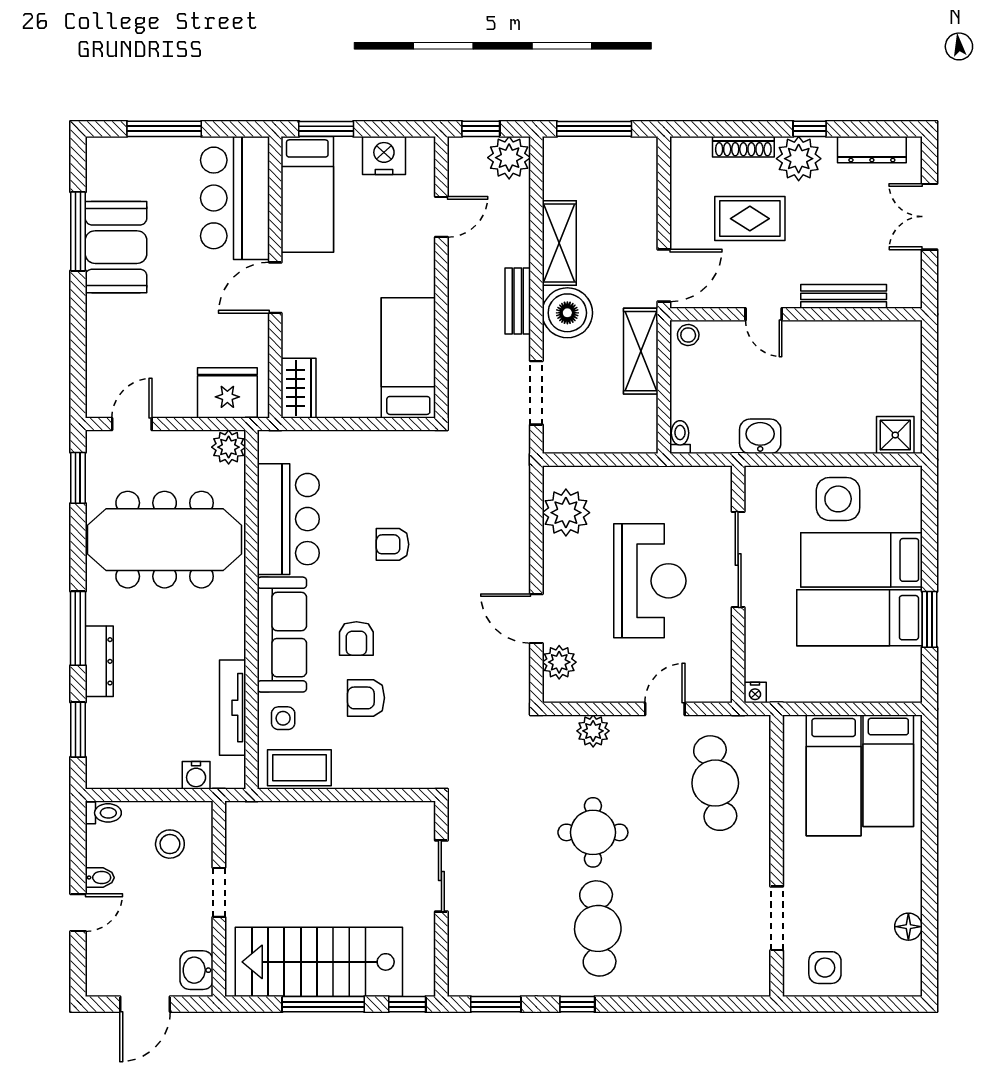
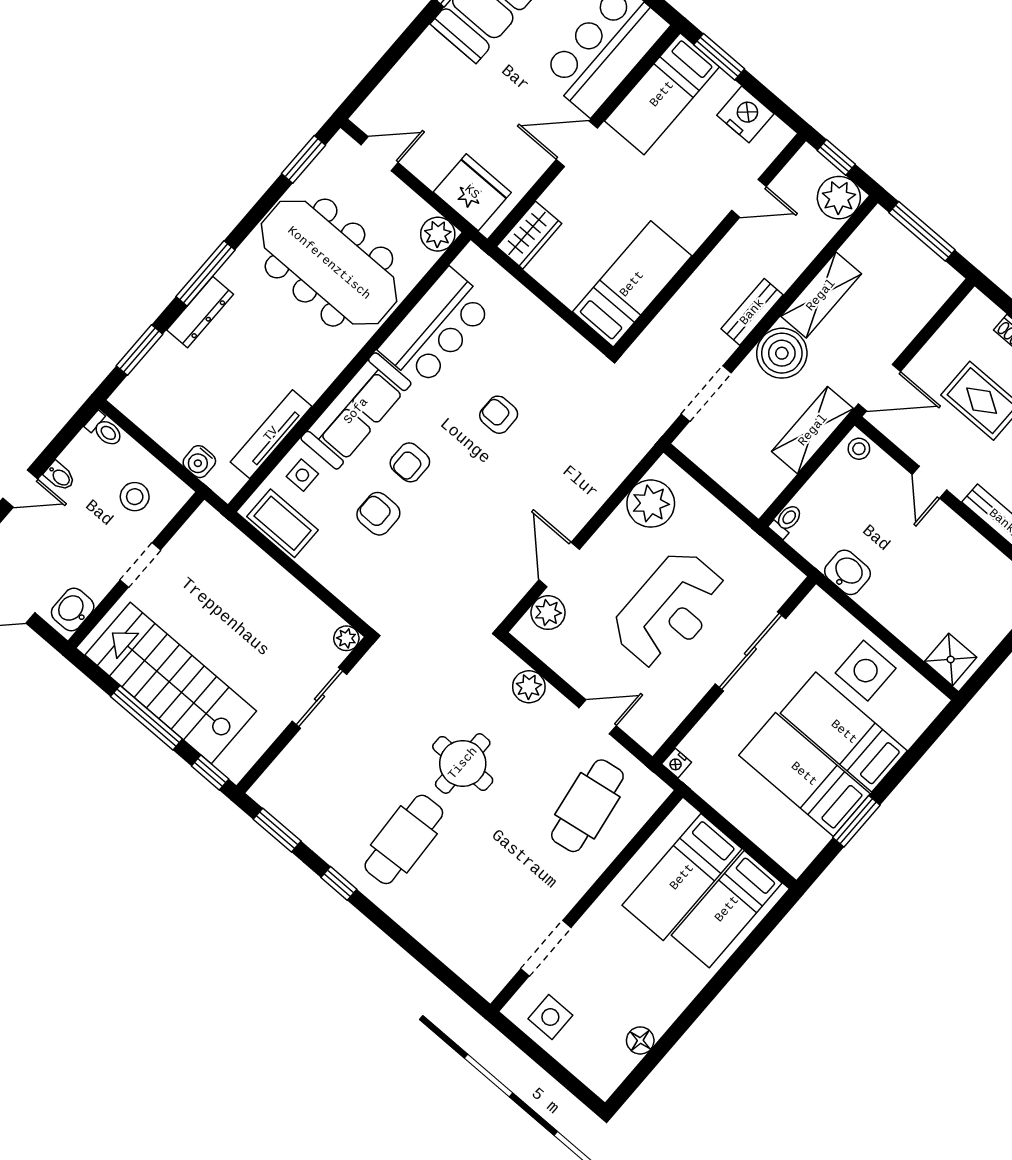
plant: (423, 813) -> (346, 638), added

